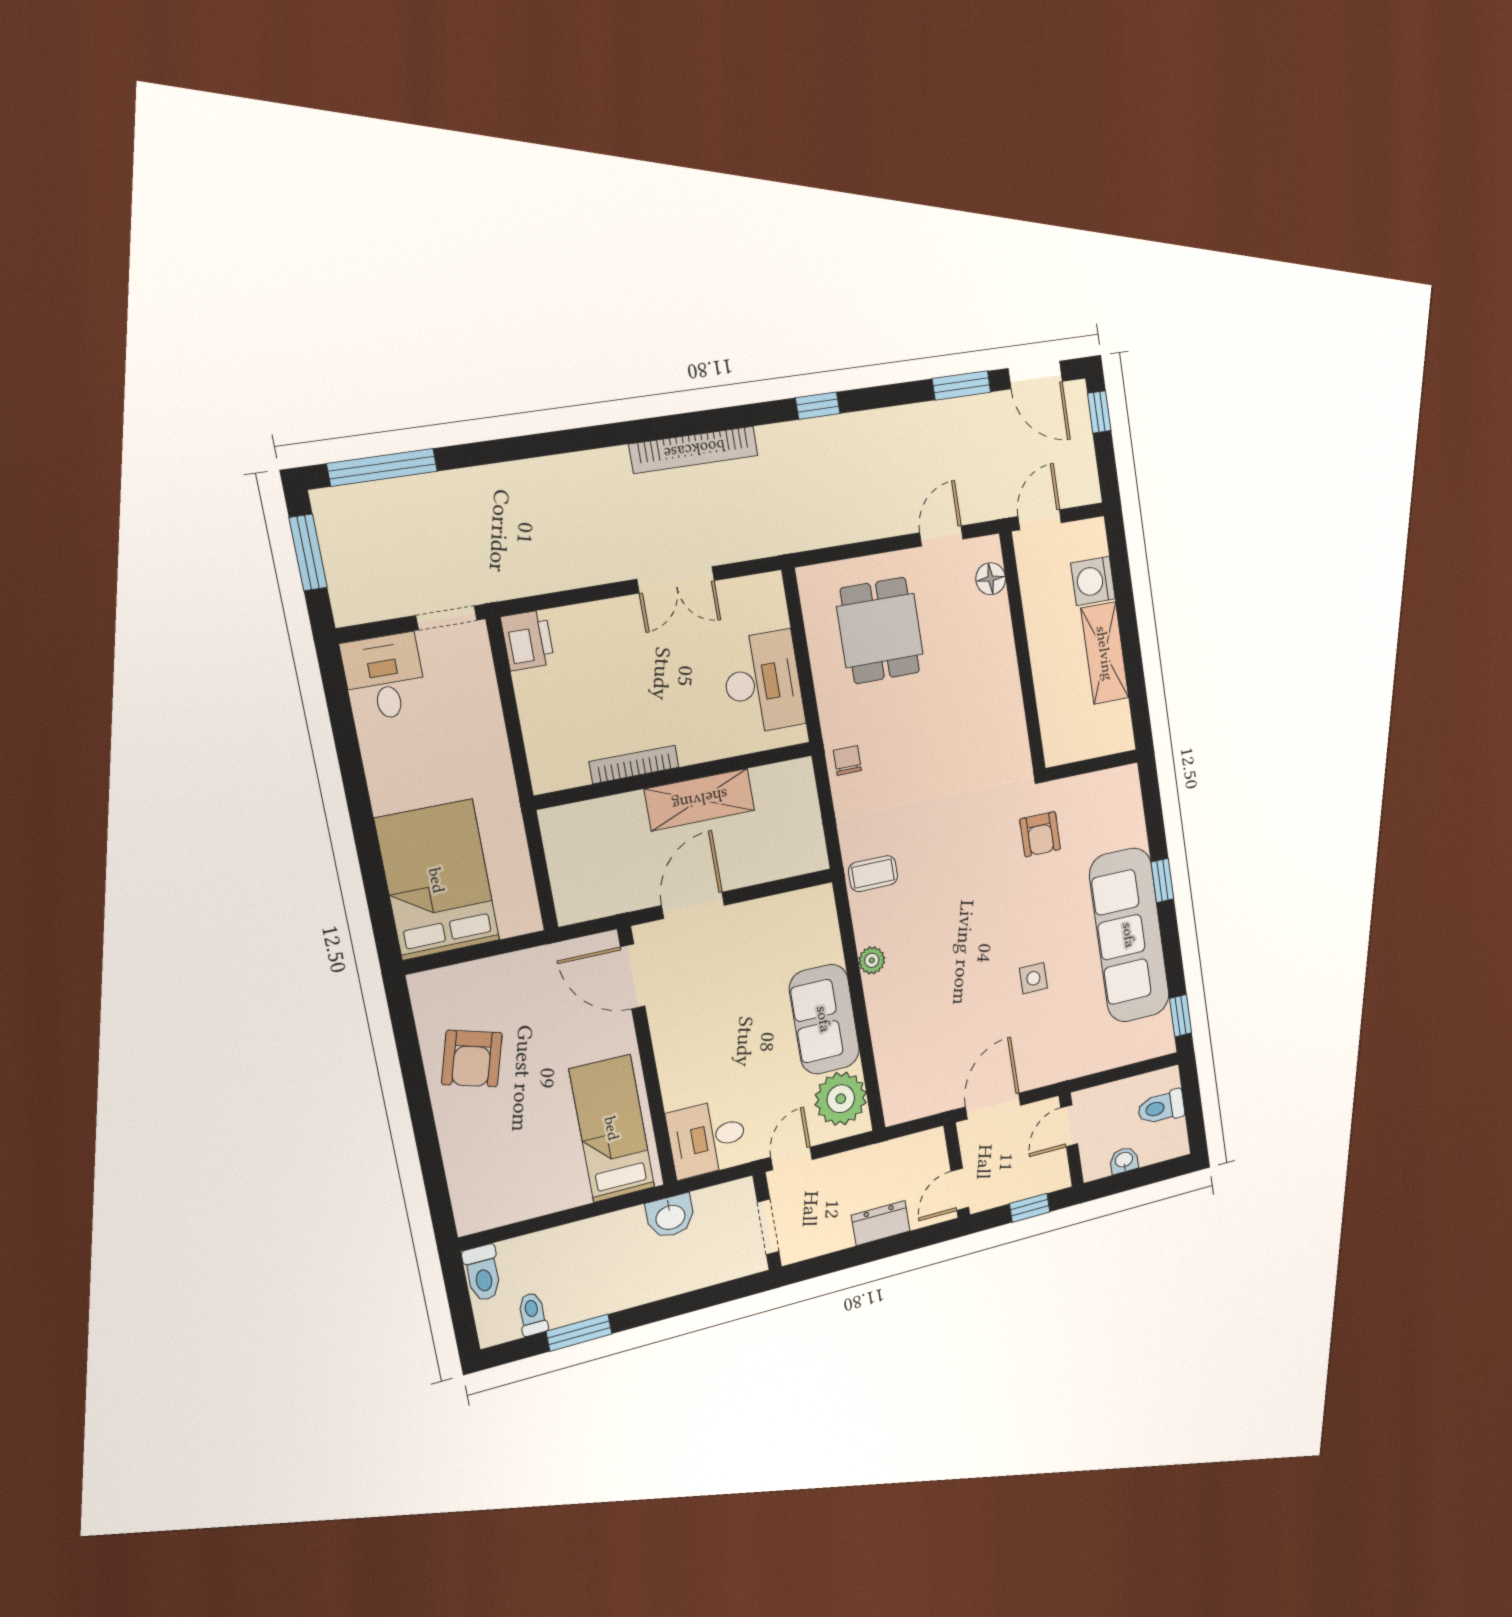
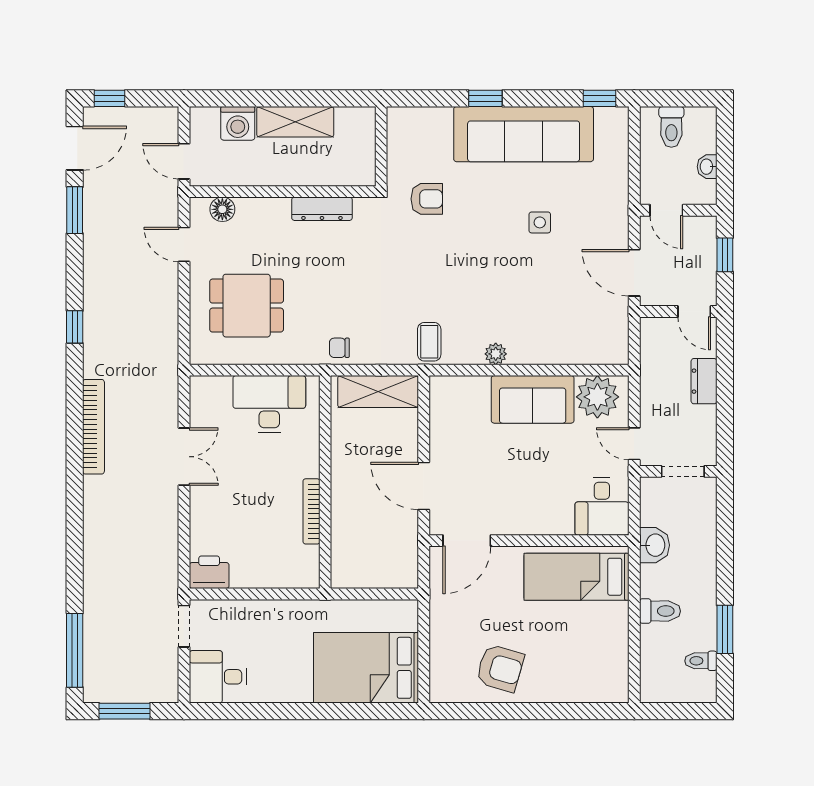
dresser: (1010, 706) -> (322, 209), added
shelving: (700, 800) -> (378, 392), moved, turned 90
toilet: (483, 1273) -> (660, 611), moved

